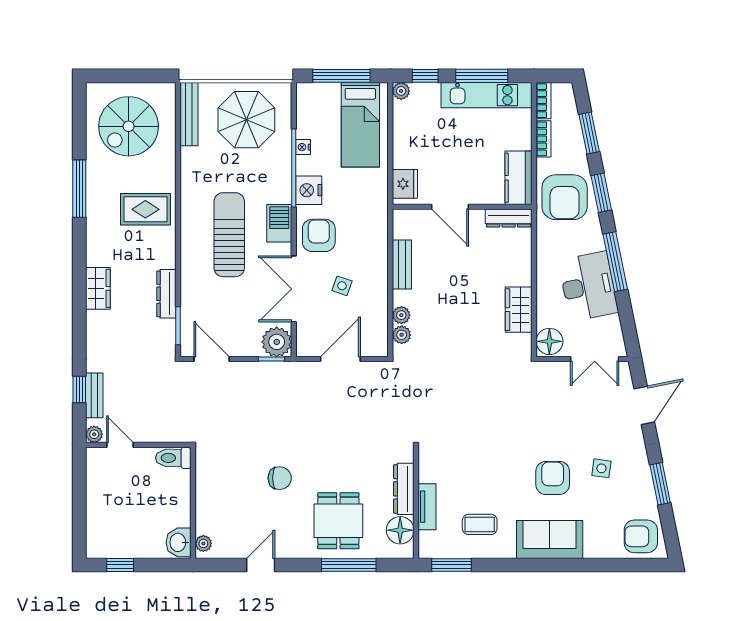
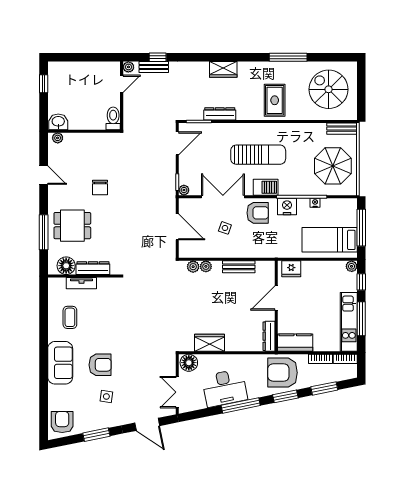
bench: (189, 114) -> (342, 129), width x0.73
plant: (277, 342) -> (184, 190), width x0.53, depth x0.53
window: (451, 565) -> (44, 299), removed

